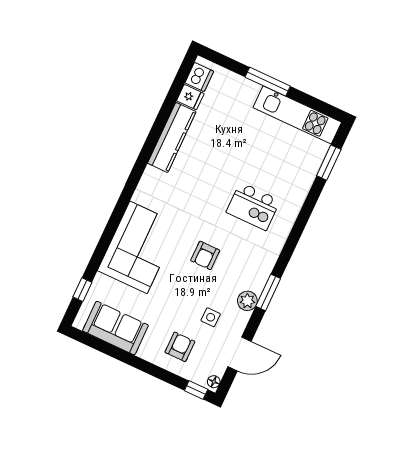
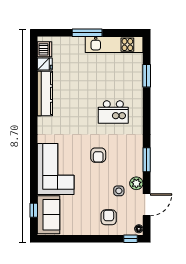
window: (329, 163) -> (147, 76), moved
plant: (247, 301) -> (136, 183), moved
sofa: (116, 328) -> (49, 215), moved, turned 90

